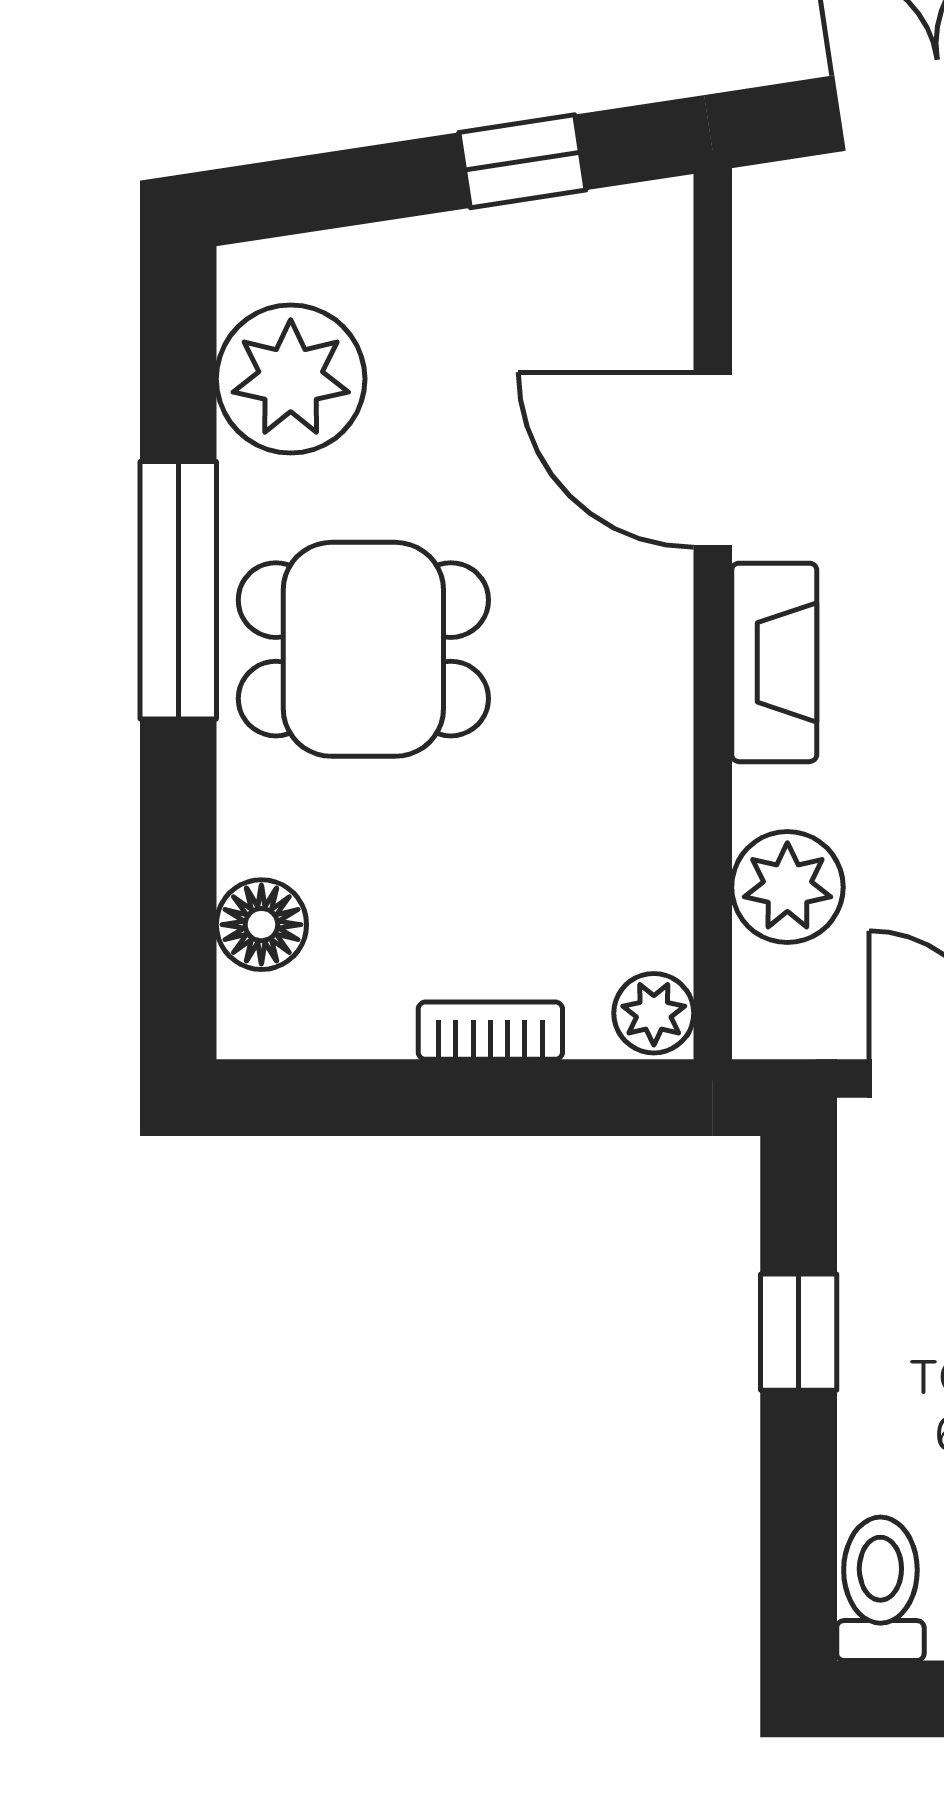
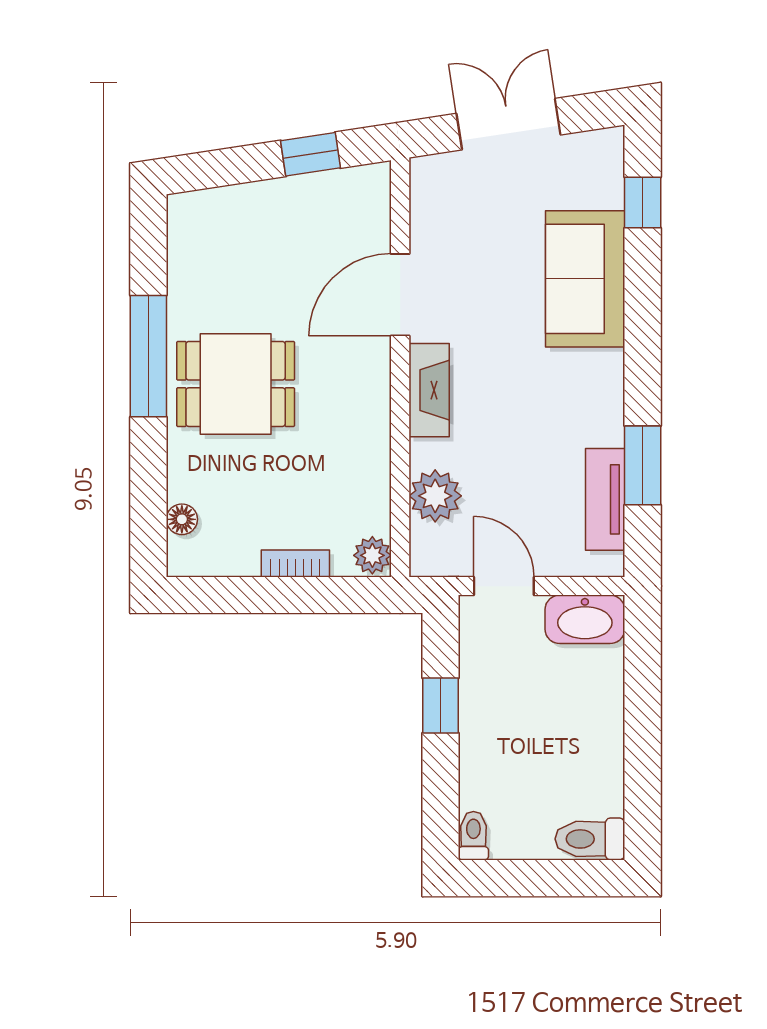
plant: (291, 379) -> (201, 257), removed
door: (713, 460) -> (400, 295), hinge flipped
floor lamp: (261, 925) -> (182, 519), width x0.73, depth x0.73
toilet: (880, 1589) -> (473, 836), width x0.73, depth x0.72

